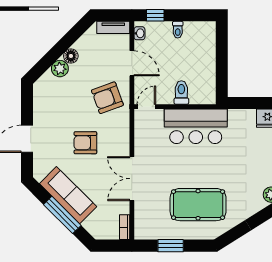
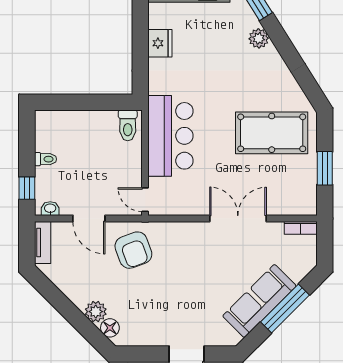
floor lamp: (71, 56) -> (110, 328), moved
door: (132, 63) -> (89, 219), swing flipped
toilet: (181, 93) -> (128, 125), moved, turned -90
armchair: (85, 143) -> (192, 279), removed
double door: (132, 179) -> (238, 219), swing flipped
pool table: (198, 205) -> (272, 133), turned 90

